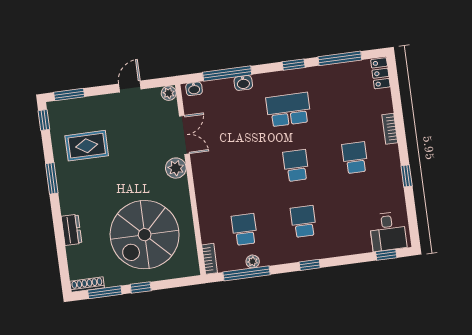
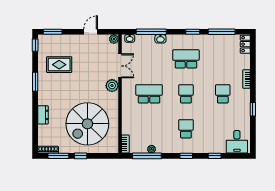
school desk: (244, 229) -> (149, 94), moved, width x1.85
window: (386, 255) -> (215, 156), moved

